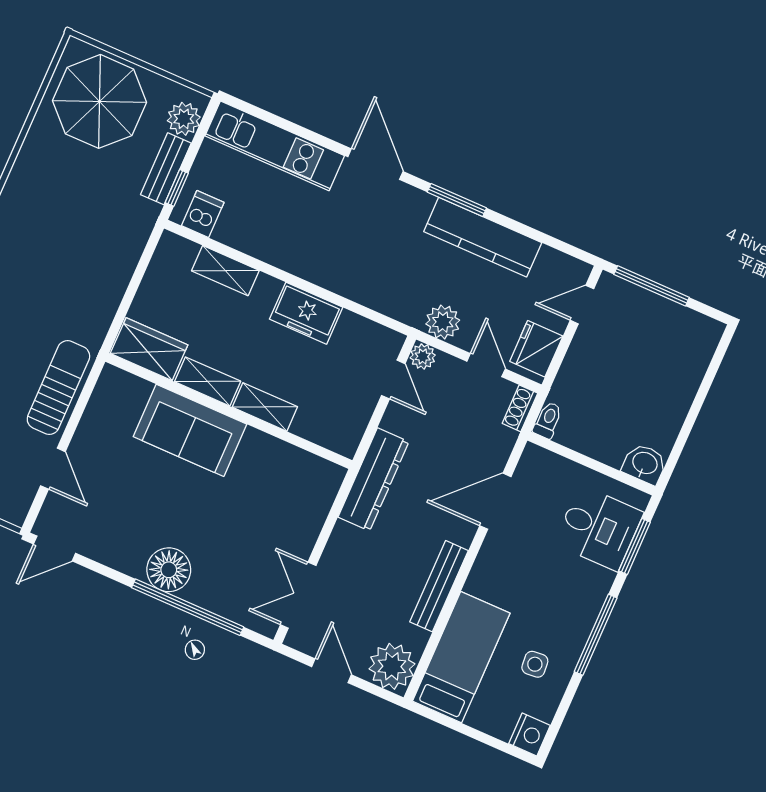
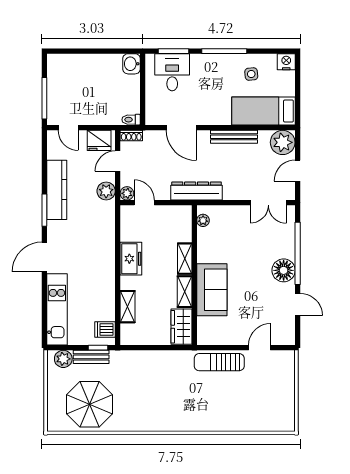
parasol: (100, 101) -> (89, 404), moved
door: (393, 380) -> (144, 203), hinge flipped
plant: (317, 468) -> (203, 220), added
door: (55, 549) -> (298, 304), moved

